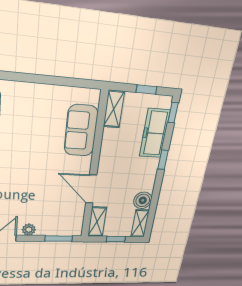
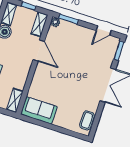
sofa: (81, 131) -> (39, 110), moved, turned -90
plant: (29, 230) -> (55, 22), moved

